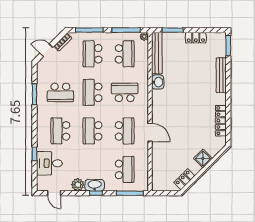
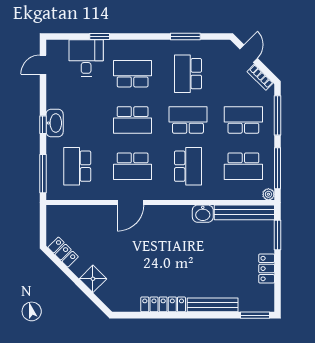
locker: (221, 121) -> (163, 304), moved
school desk: (92, 131) -> (133, 120), turned 180
school desk: (125, 169) -> (77, 166), turned 90
plant: (78, 185) -> (55, 99), removed

